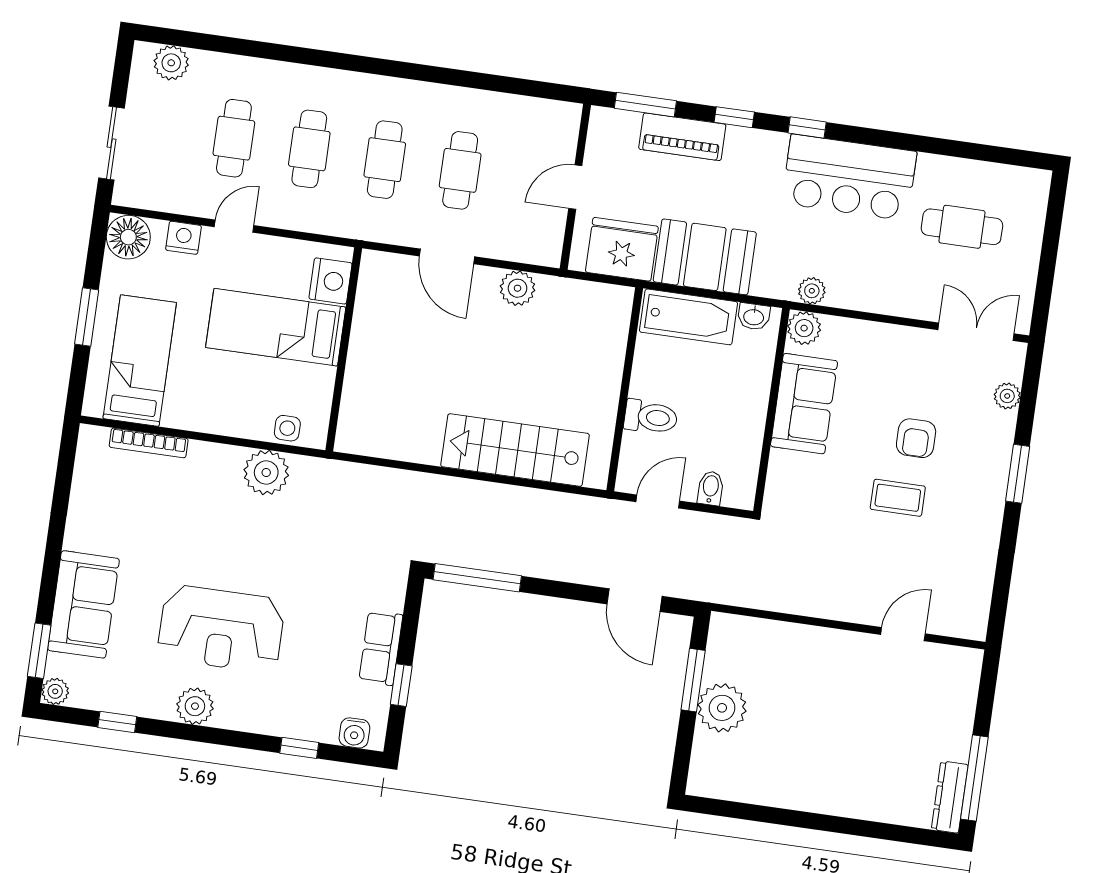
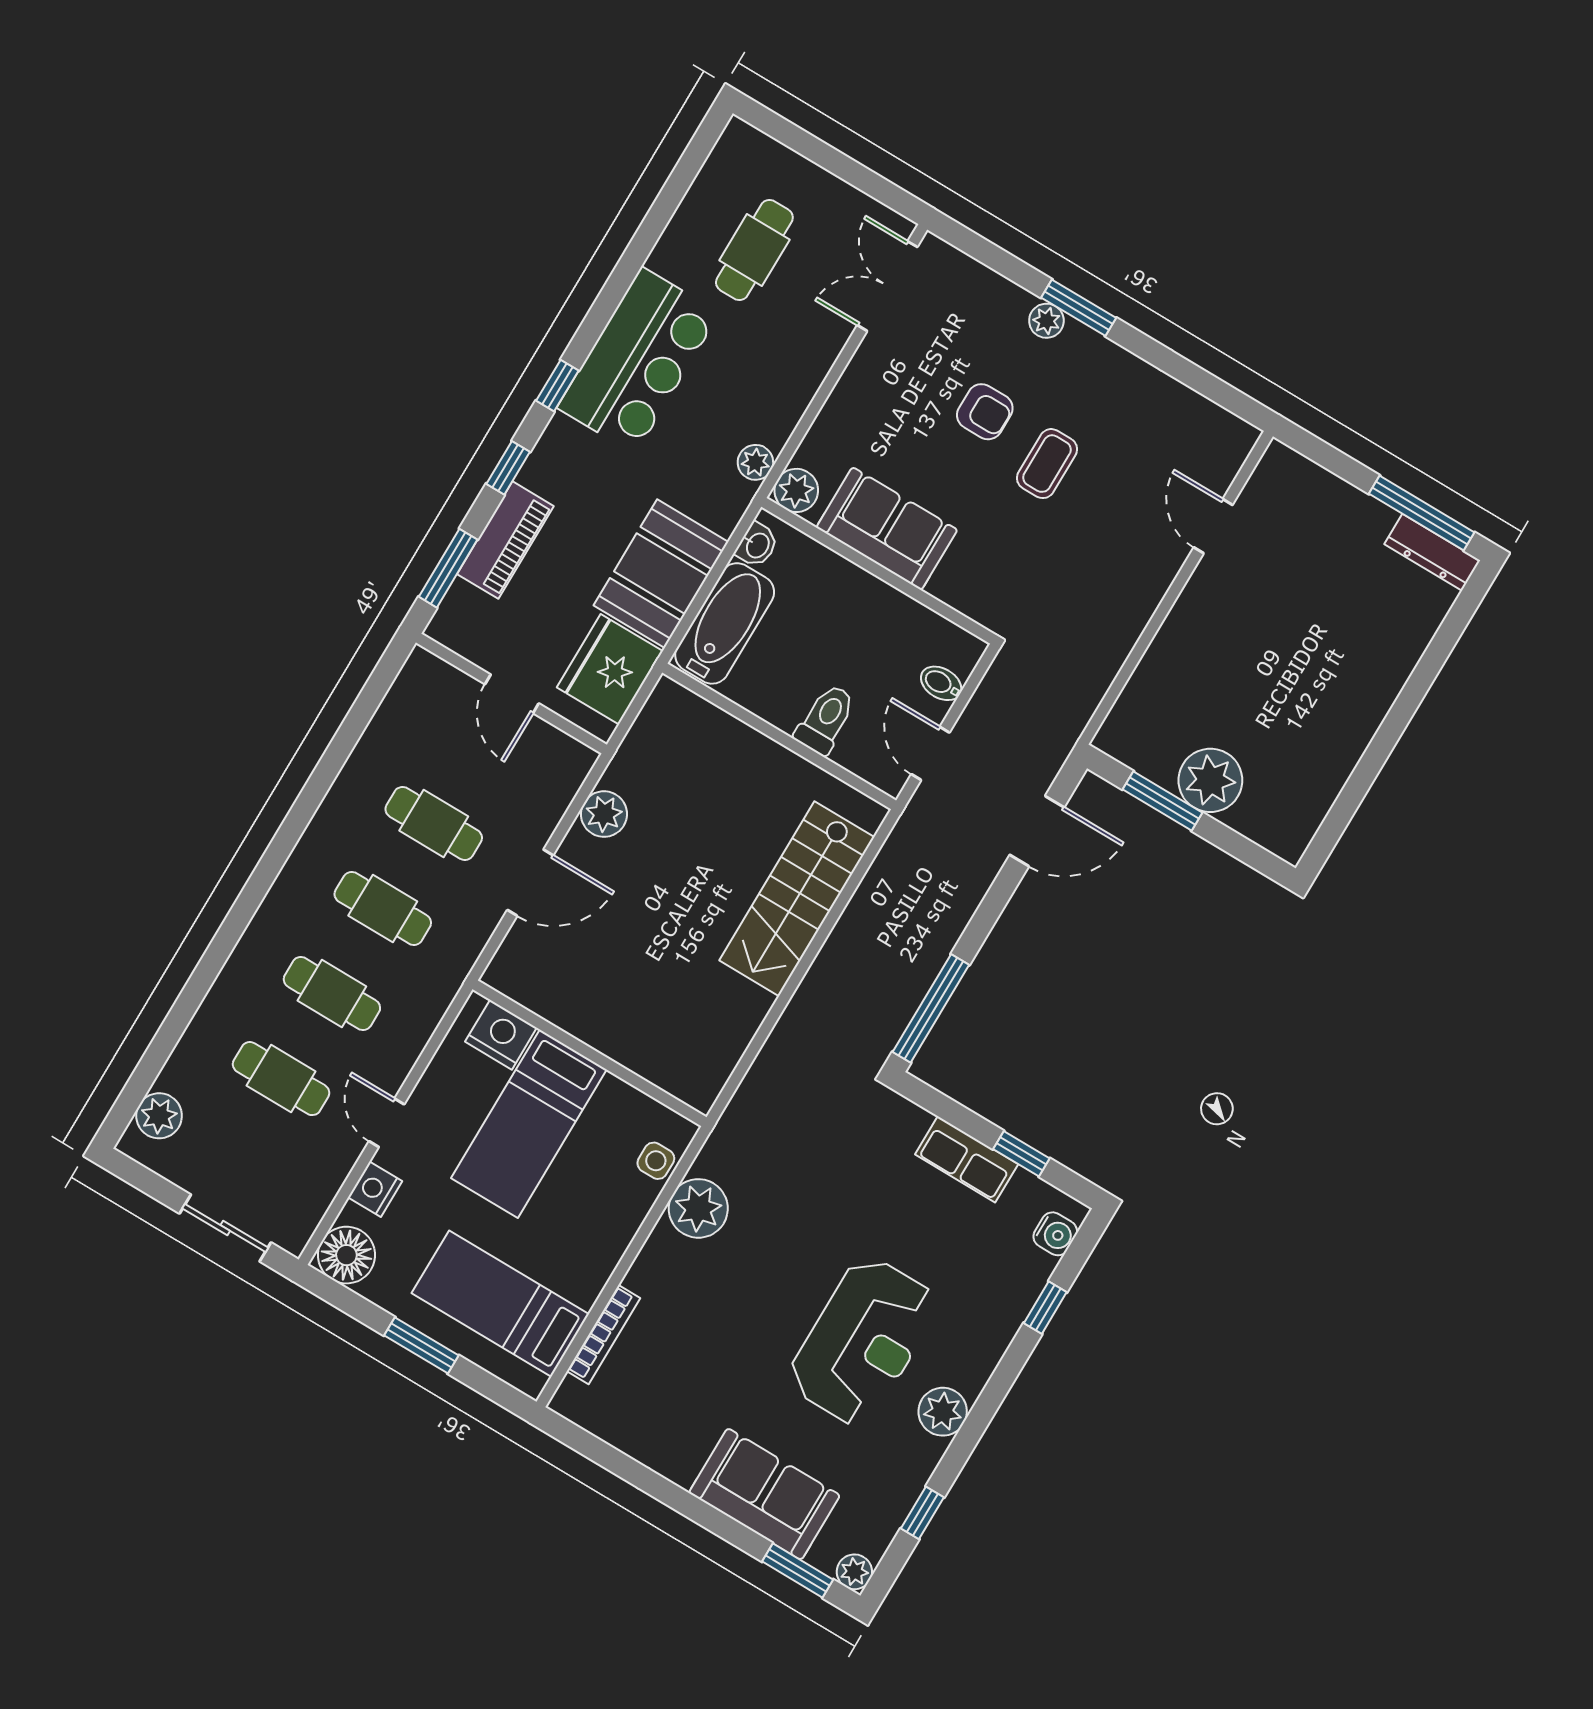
plant: (1007, 396) -> (1046, 321), moved

